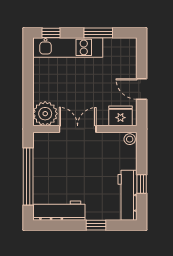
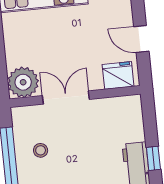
stool: (130, 139) -> (41, 150), moved

